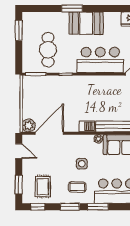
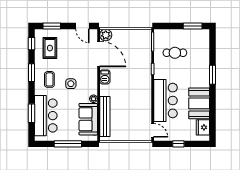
booth: (86, 23) -> (199, 103), moved
cafe table: (48, 50) -> (175, 53), width x0.73, depth x0.74
barbecue: (87, 126) -> (105, 77), moved
door: (19, 151) -> (82, 26), hinge flipped
rug: (43, 187) -> (50, 48), turned 90
window: (98, 207) -> (31, 113), moved

